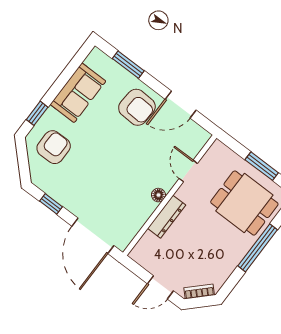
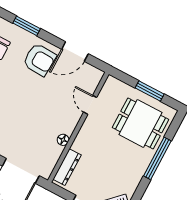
floor lamp: (158, 195) -> (63, 140), moved
dresser: (167, 217) -> (67, 167), moved

